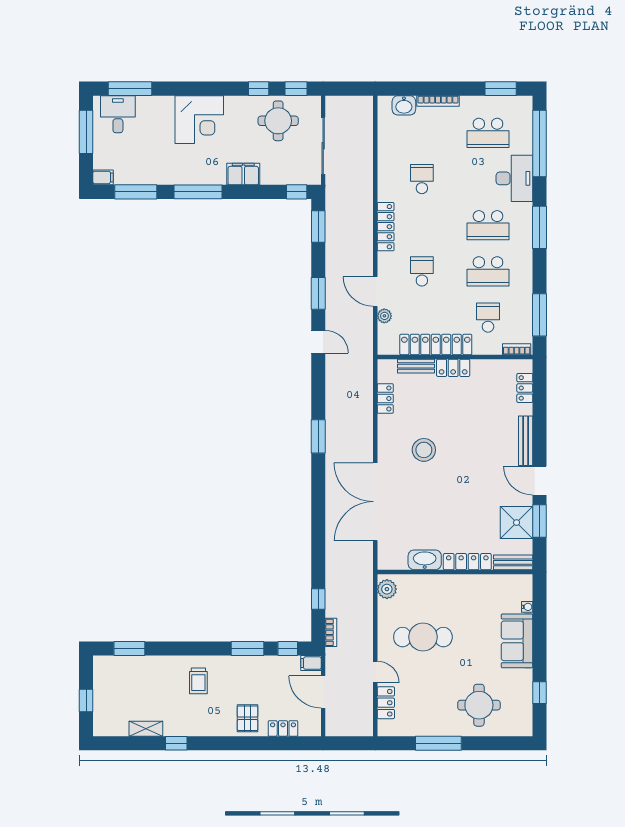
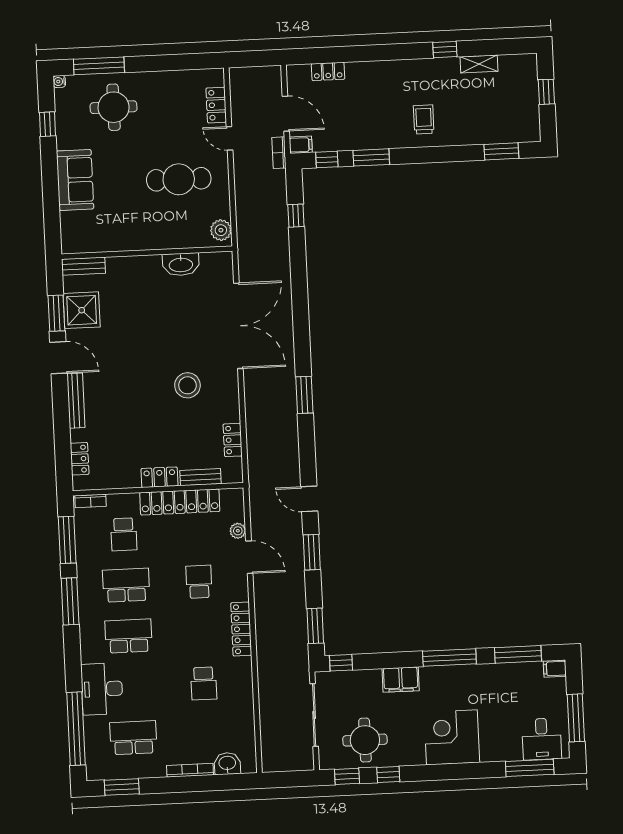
window: (540, 227) -> (70, 601), moved
school desk: (422, 271) -> (199, 582), turned 180
locker: (467, 562) -> (134, 265), removed
water cooler: (527, 607) -> (59, 81), moved
bookcase: (331, 632) -> (279, 153), moved
pallet: (248, 718) -> (368, 81), removed
window: (438, 743) -> (99, 66), moved

